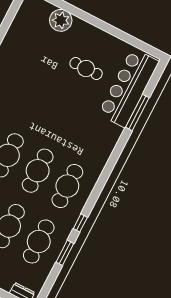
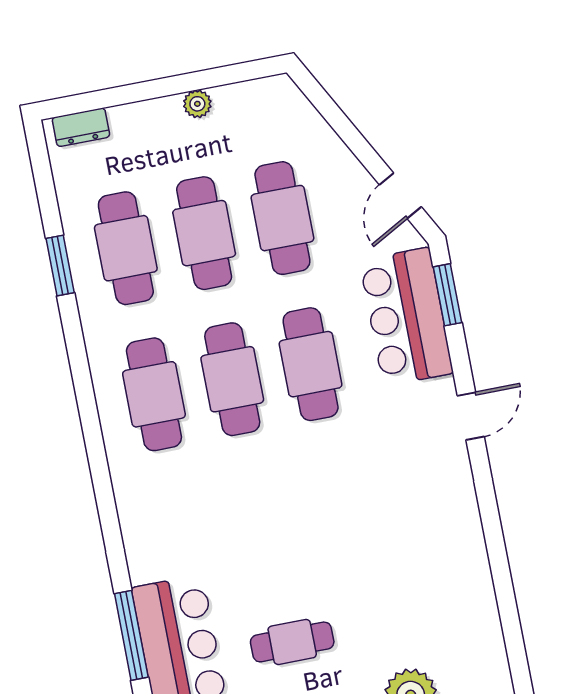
window: (80, 223) -> (75, 344), removed

